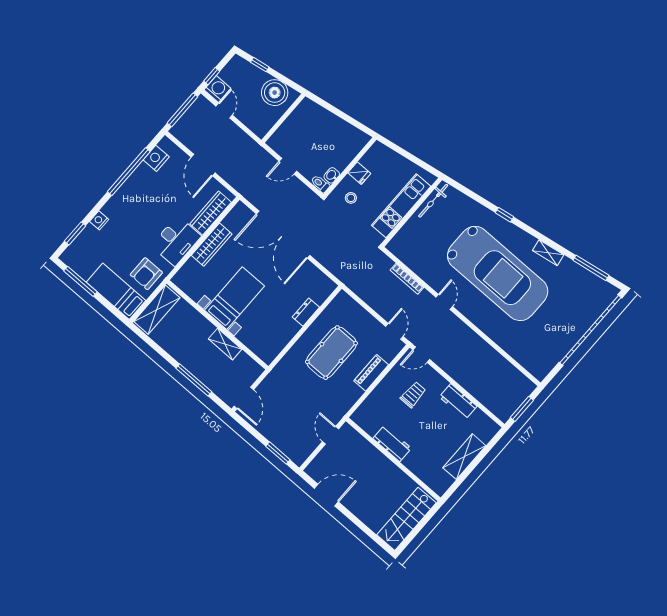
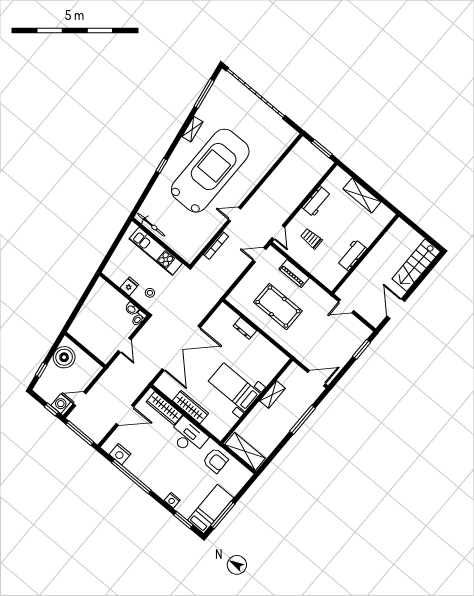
bed: (116, 291) -> (211, 509), moved, turned 180
stairs: (406, 519) -> (416, 265), moved, turned 90

